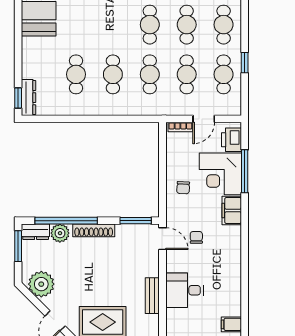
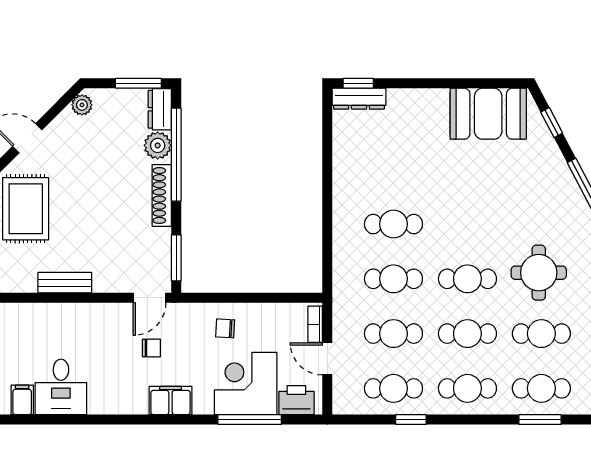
cafe table: (76, 74) -> (393, 169), removed
filing cabinet: (232, 211) -> (170, 401), moved
plant: (41, 284) -> (82, 105), width x0.53, depth x0.53
desk: (184, 290) -> (61, 387), moved, turned 180

